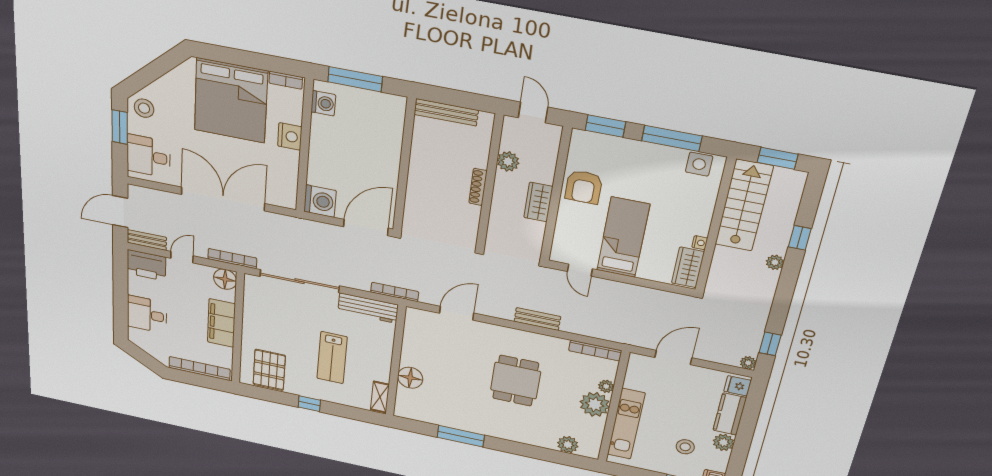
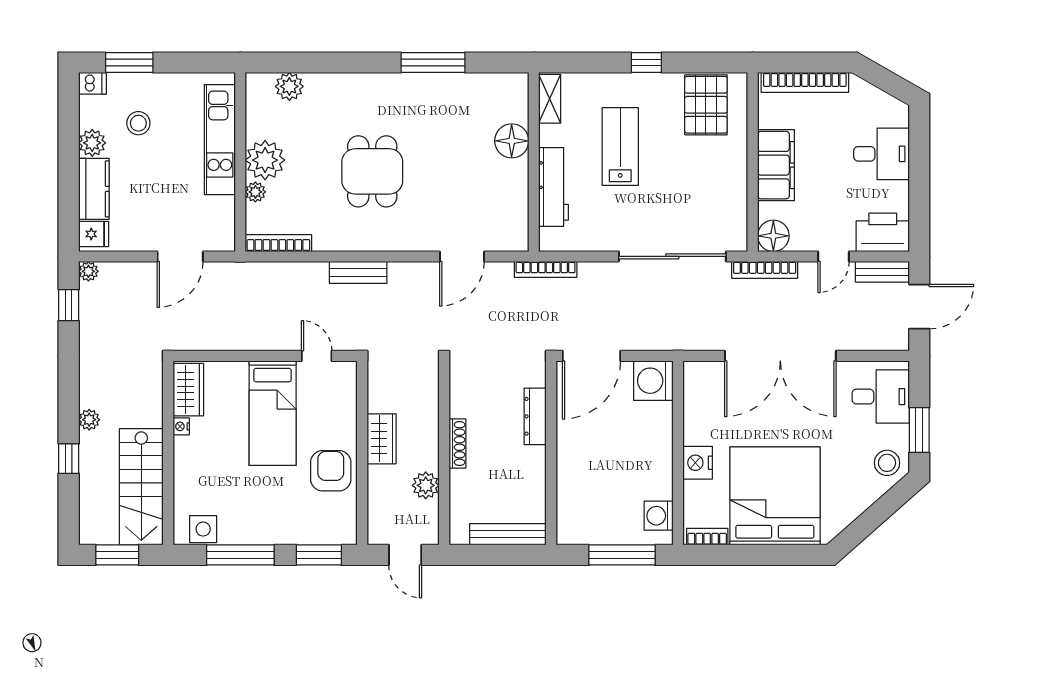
dresser: (414, 194) -> (535, 416), added
workbench: (368, 308) -> (554, 187), moved, turned 90

